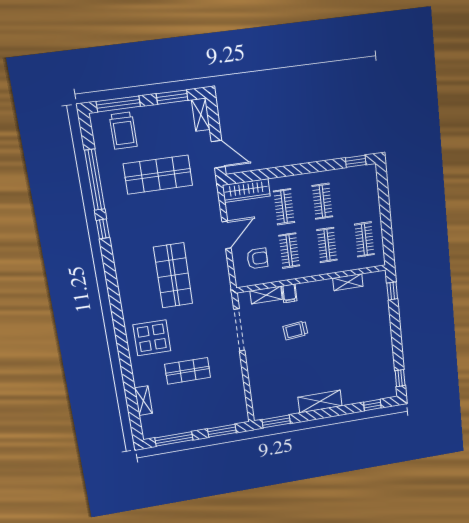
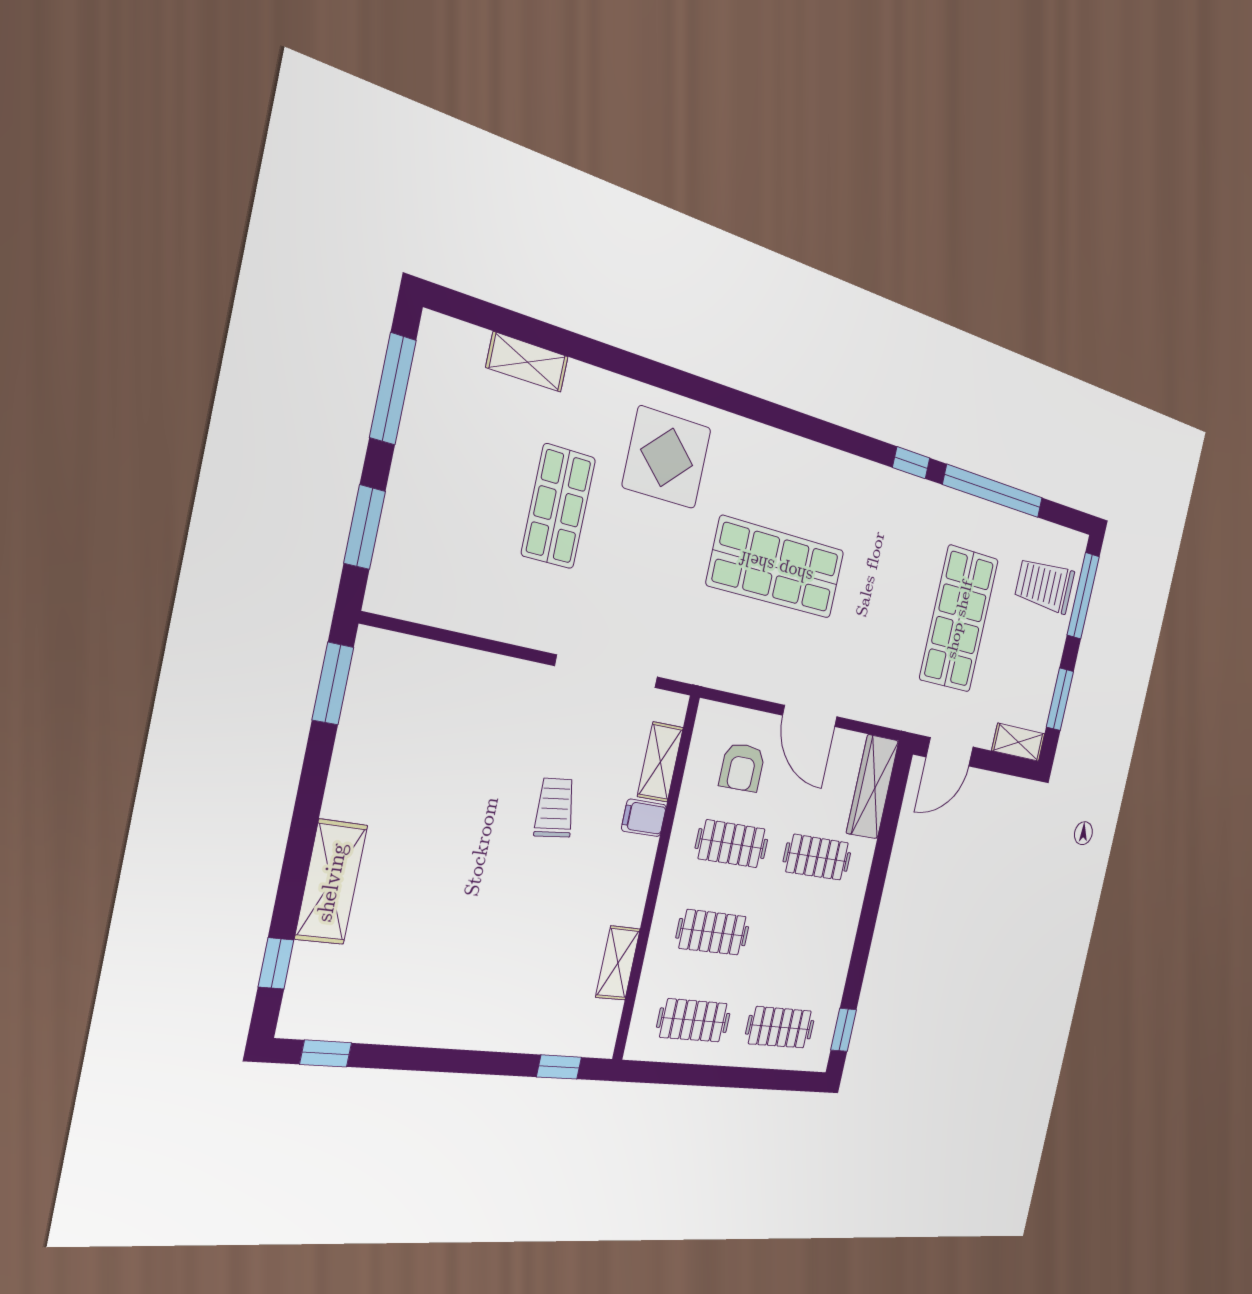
clothes rail: (322, 201) -> (780, 1027), moved
shelving: (320, 402) -> (331, 882), moved

